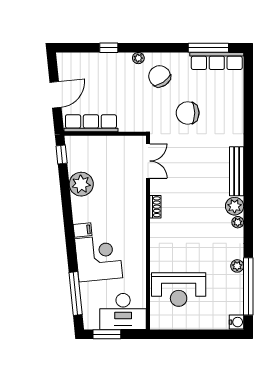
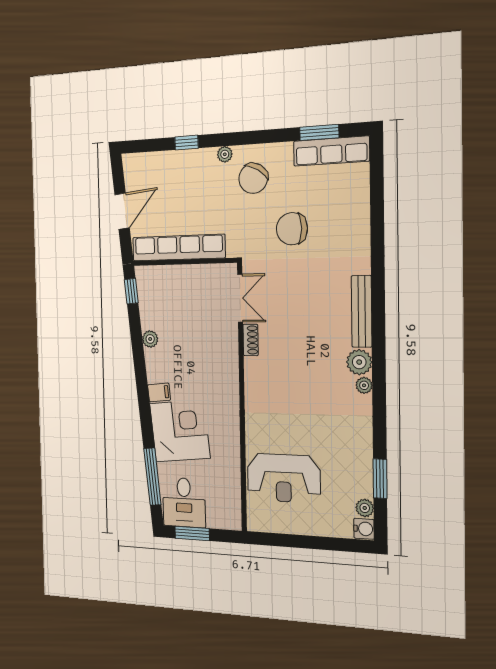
window: (208, 48) -> (319, 132), width x0.69
chair: (160, 76) -> (253, 178), turned -115
row of seats: (91, 123) -> (178, 248), width x1.36
plant: (81, 184) -> (150, 339), width x0.53, depth x0.53
shoe rack: (155, 207) -> (251, 340), moved
plant: (237, 266) -> (365, 508), moved
window: (248, 286) -> (380, 479), width x0.47
desk: (123, 312) -> (184, 502), moved, width x0.73

